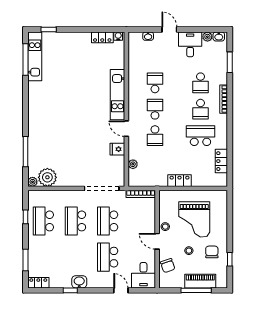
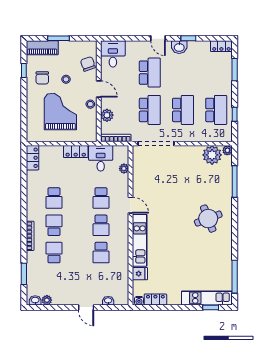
desk: (190, 44) -> (101, 158), moved, turned 180
kitchen unit: (35, 56) -> (207, 298), moved, turned 90
round table: (51, 116) -> (208, 219), added
school desk: (155, 136) -> (101, 198), turned 180
school desk: (200, 136) -> (54, 198), width x0.54
fridge: (117, 149) -> (140, 274), moved
locker: (221, 161) -> (33, 158), moved
plant: (149, 216) -> (107, 115), added
piano: (200, 281) -> (42, 48), moved
door: (121, 290) -> (158, 38), moved
window: (196, 290) -> (58, 38), width x0.69

